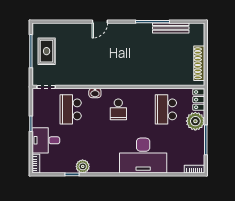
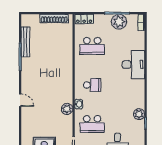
plant: (89, 79) -> (67, 109), added
plant: (195, 121) -> (119, 22), moved
desk: (143, 156) -> (133, 65), width x0.73, depth x0.77

